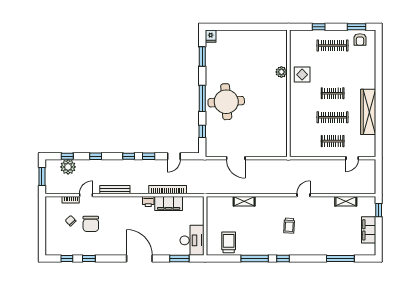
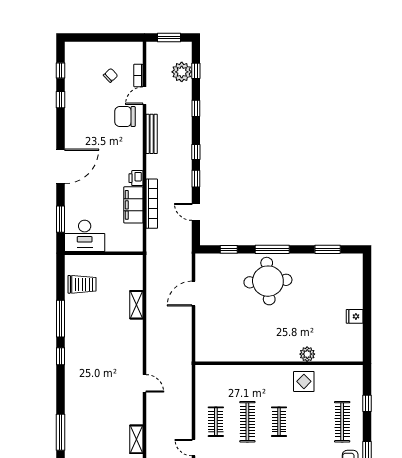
fridge: (211, 36) -> (355, 316), moved
door: (86, 195) -> (144, 96), swing flipped
chair: (91, 224) -> (125, 117), moved
trolley: (289, 226) -> (104, 364), removed

